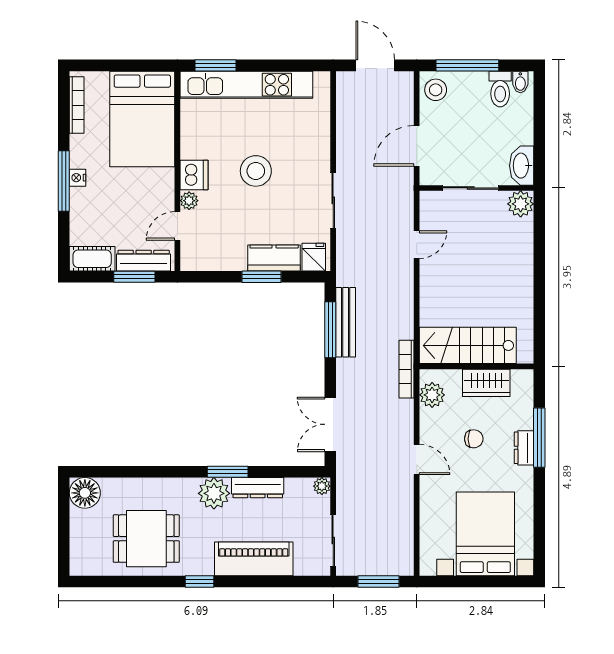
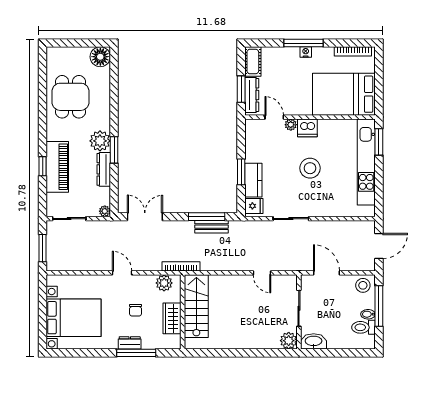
bidet: (520, 82) -> (368, 314), moved
bench: (346, 322) -> (211, 227), width x0.73
door: (417, 459) -> (122, 273), swing flipped
window: (199, 582) -> (43, 166), moved

